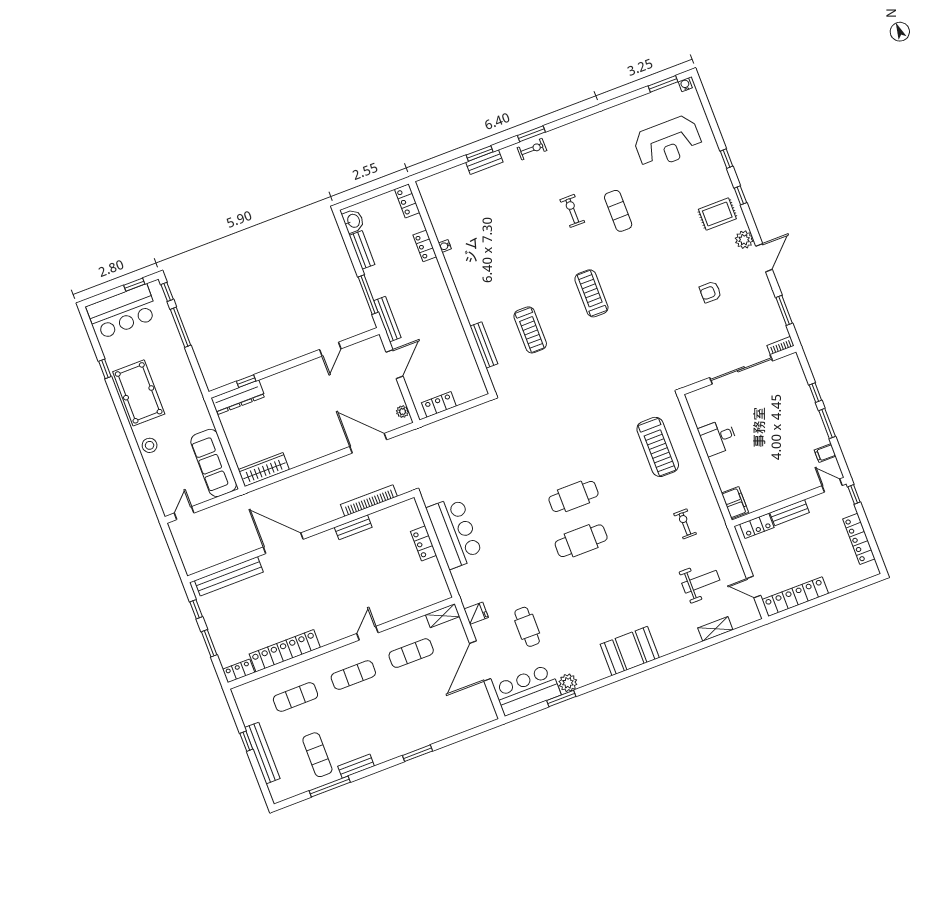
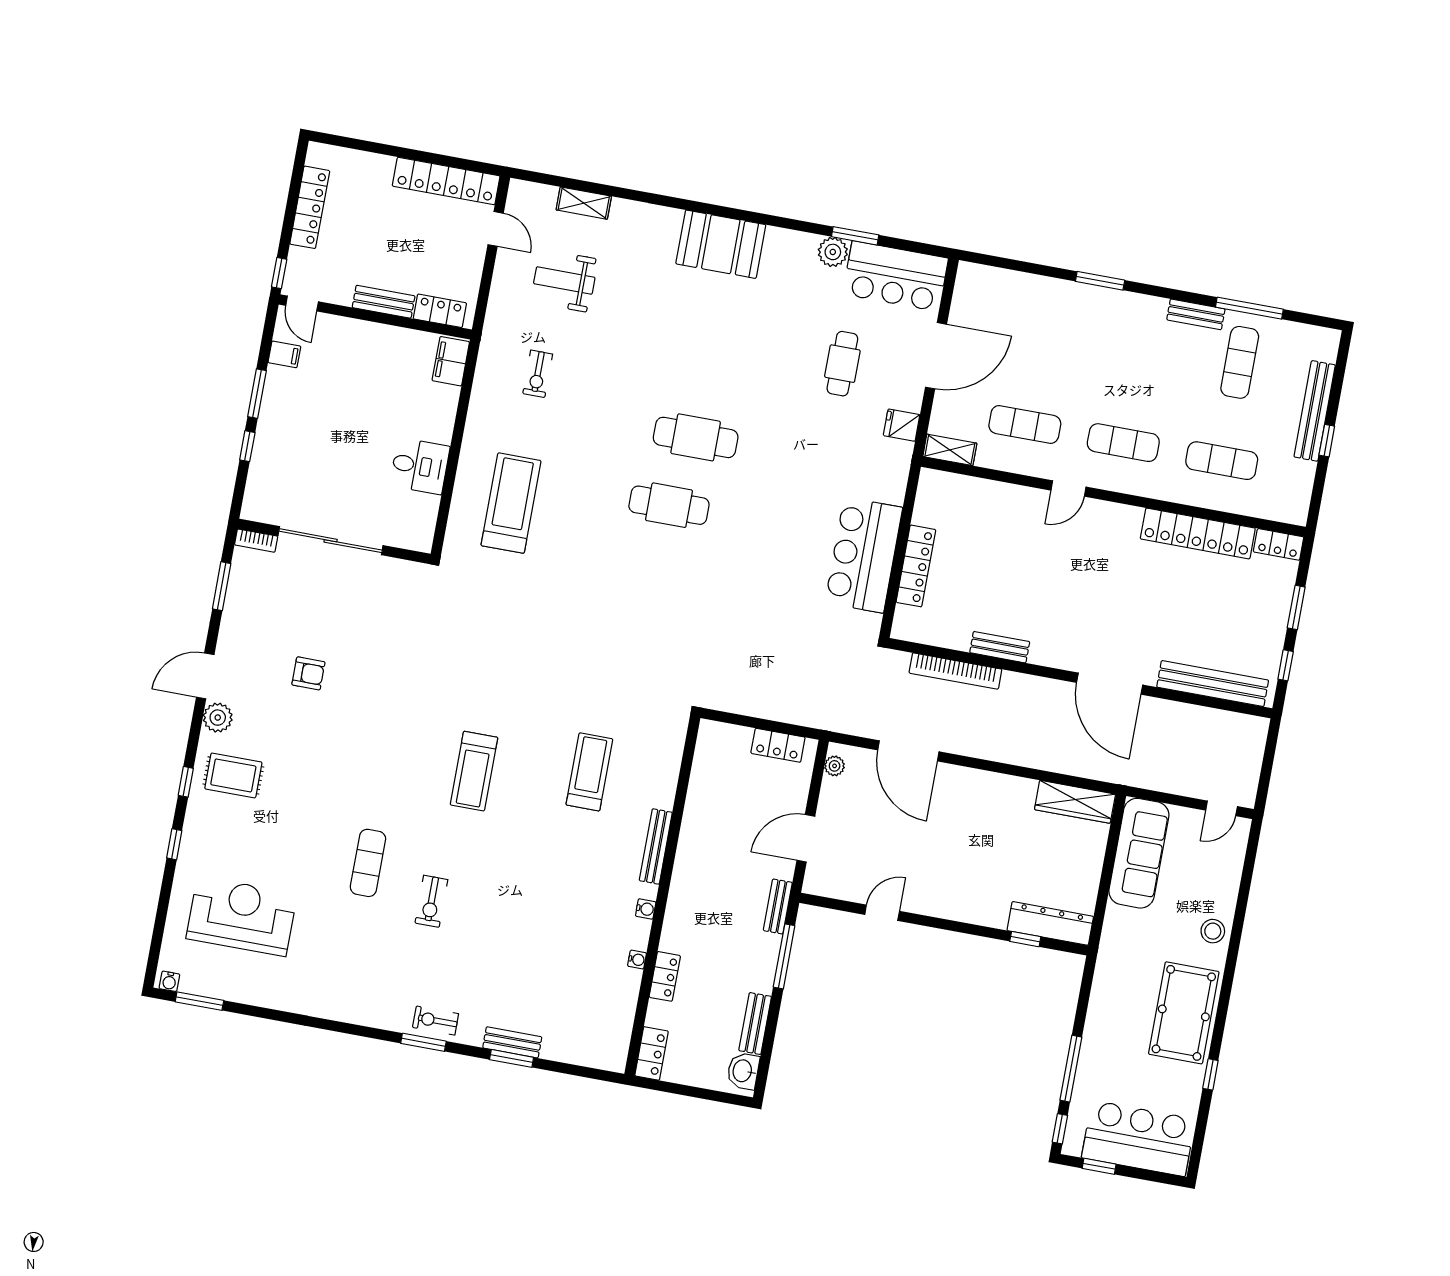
water cooler: (457, 275) -> (646, 909), added
bench: (387, 319) -> (778, 906), width x0.73
bench: (484, 345) -> (656, 846), moved
locker: (423, 543) -> (916, 566), width x1.53

